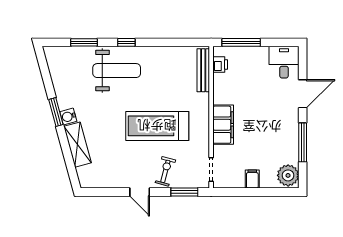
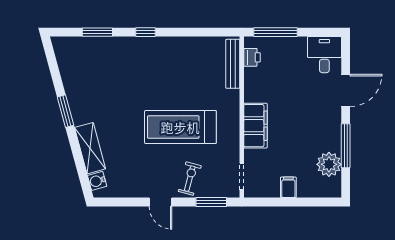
weight bench: (117, 71) -> (134, 64), removed
water cooler: (68, 117) -> (97, 181), moved
plant: (288, 175) -> (329, 164), moved

